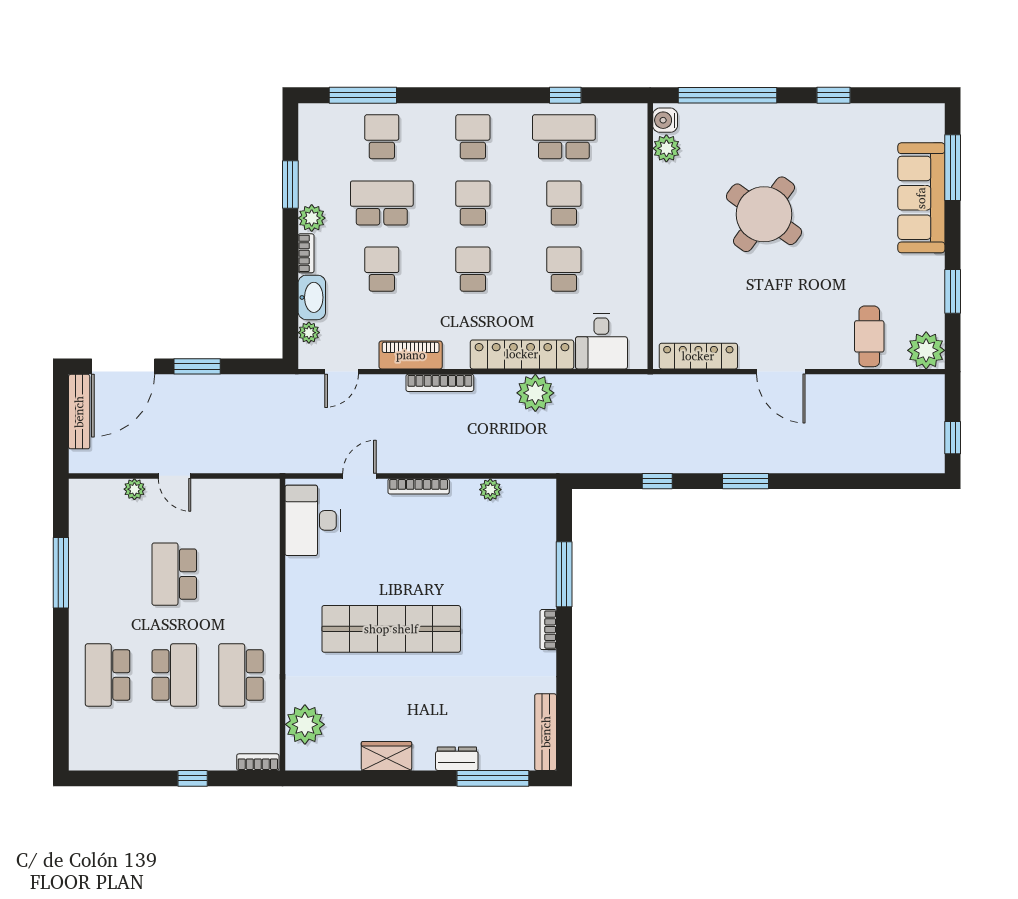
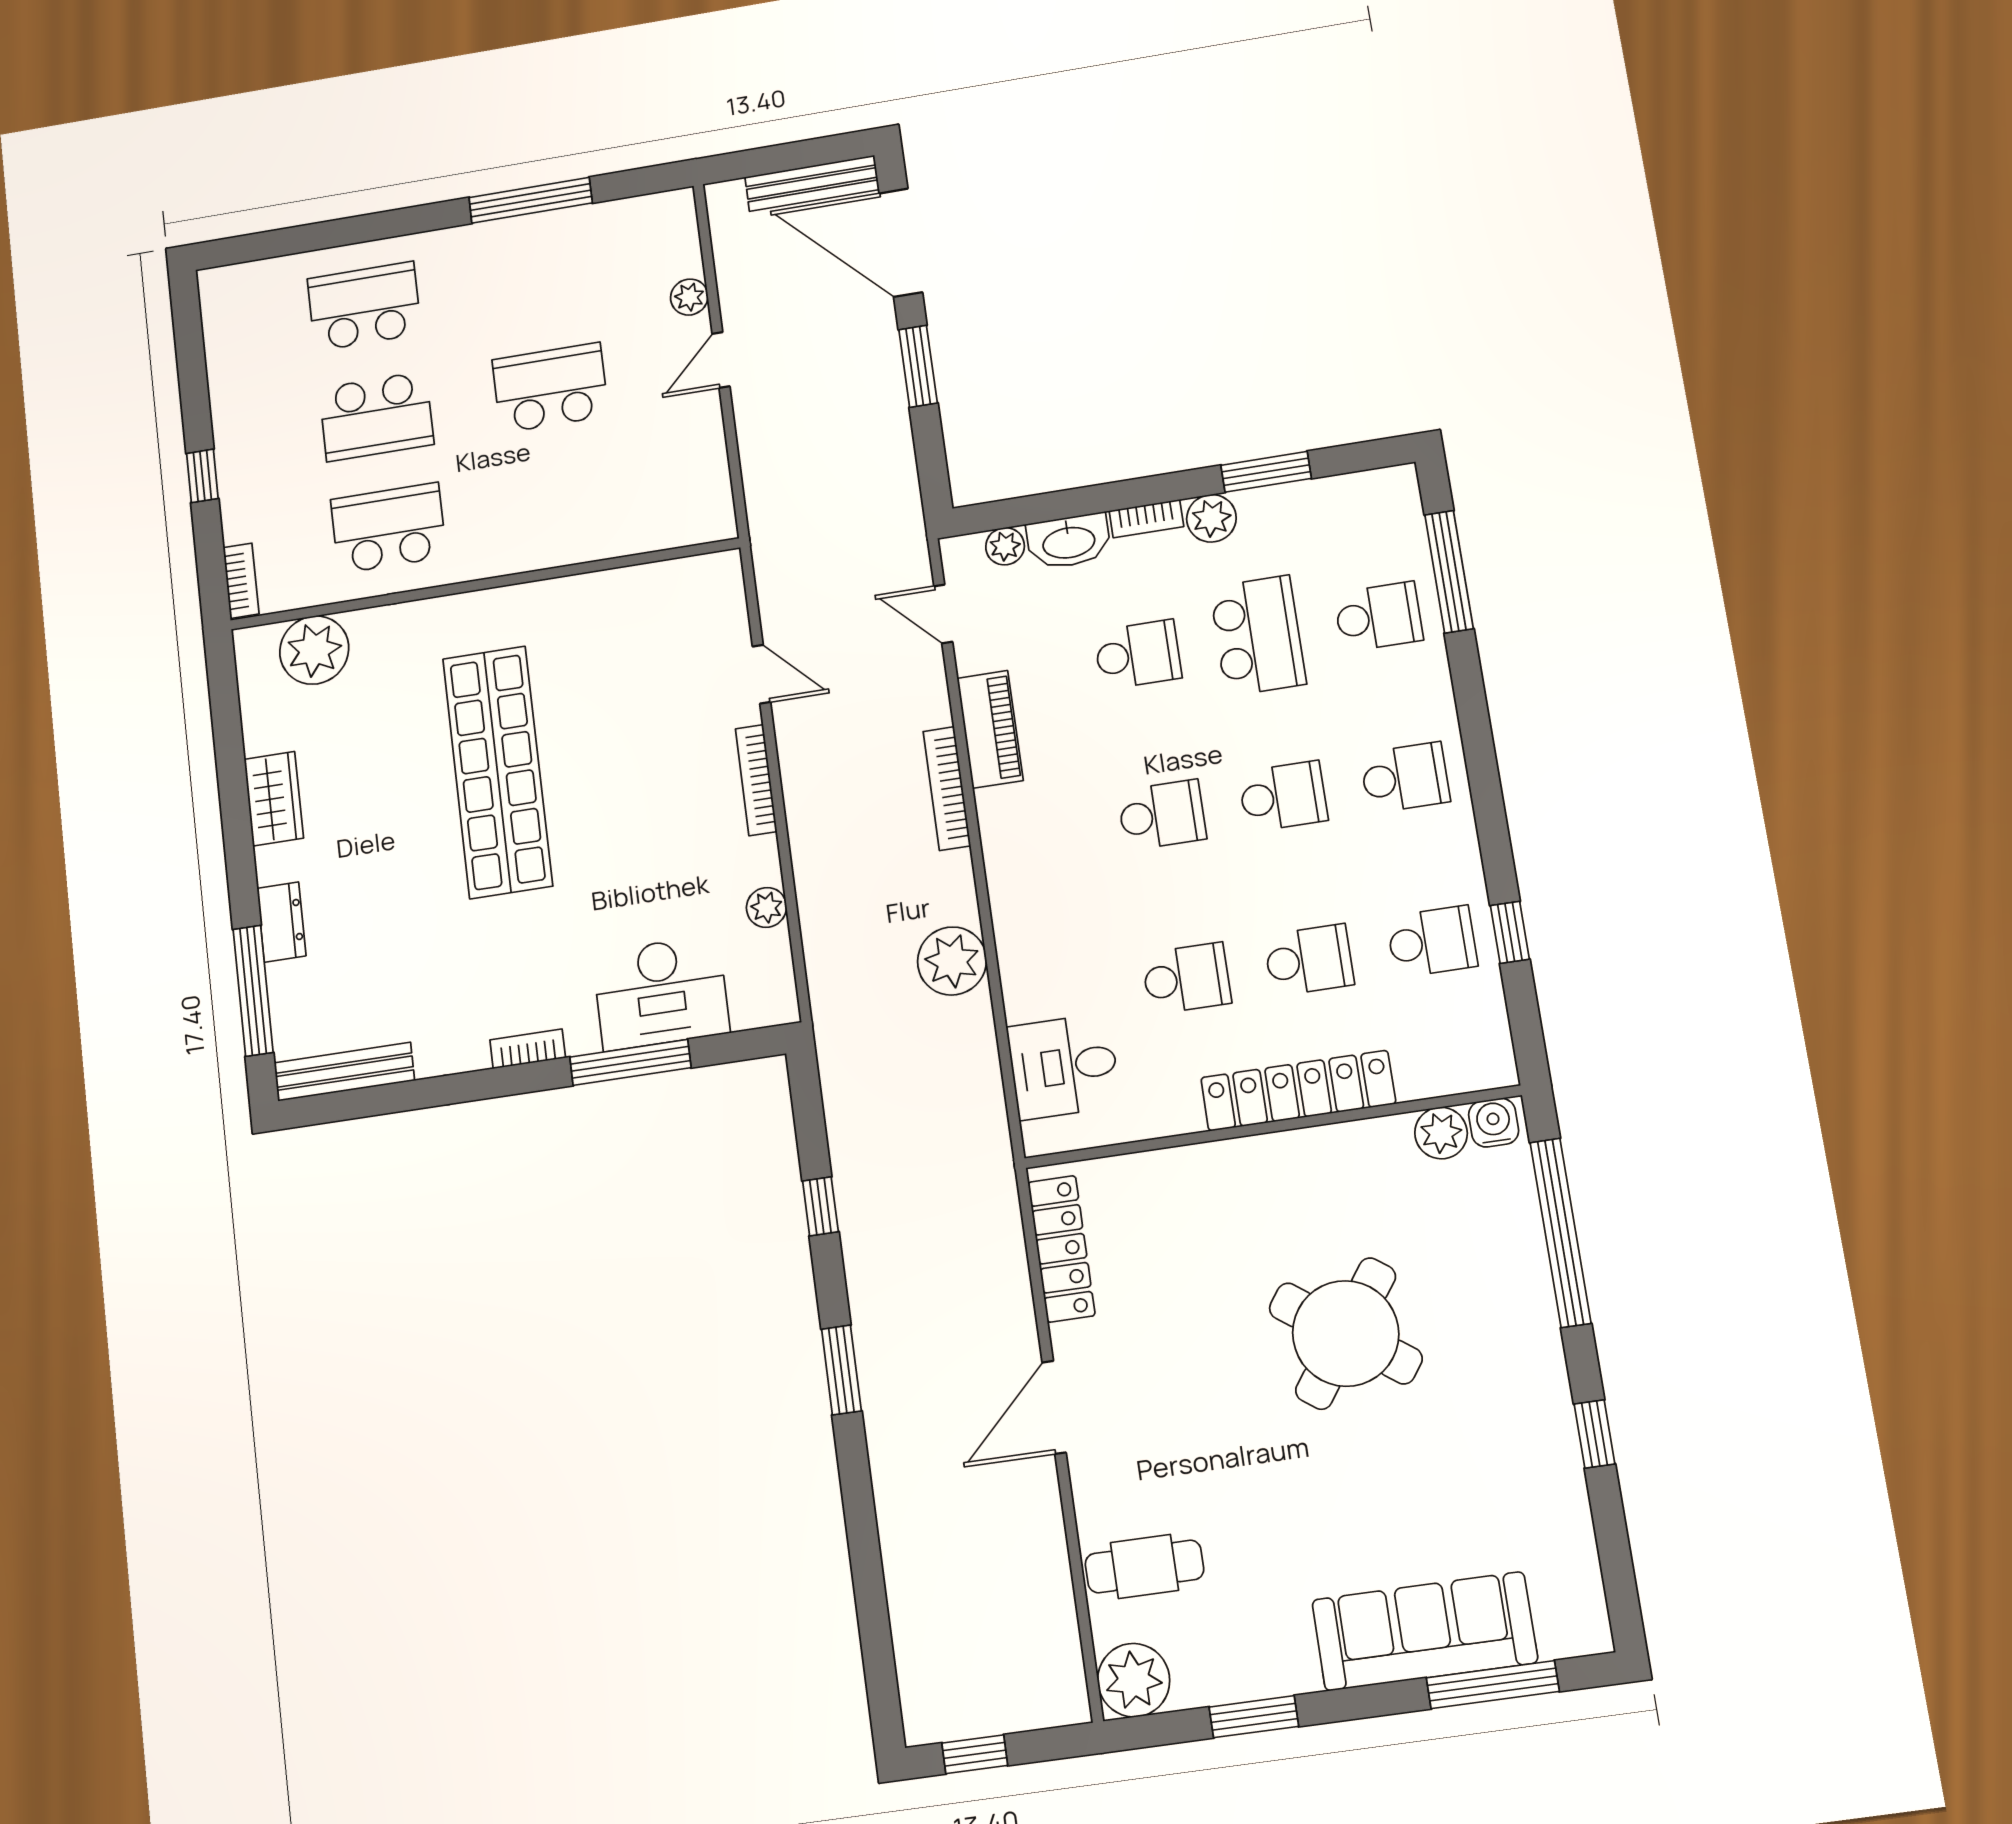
school desk: (564, 137) -> (1432, 942), width x0.54
locker: (522, 354) -> (1298, 1091), moved, turned -90
desk: (313, 520) -> (661, 993), moved, turned 180

